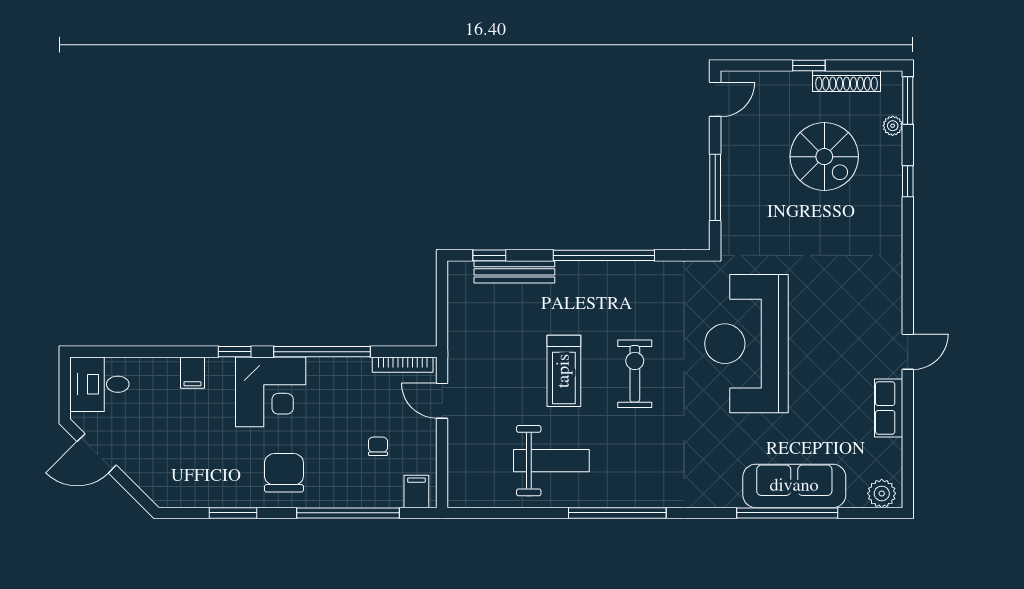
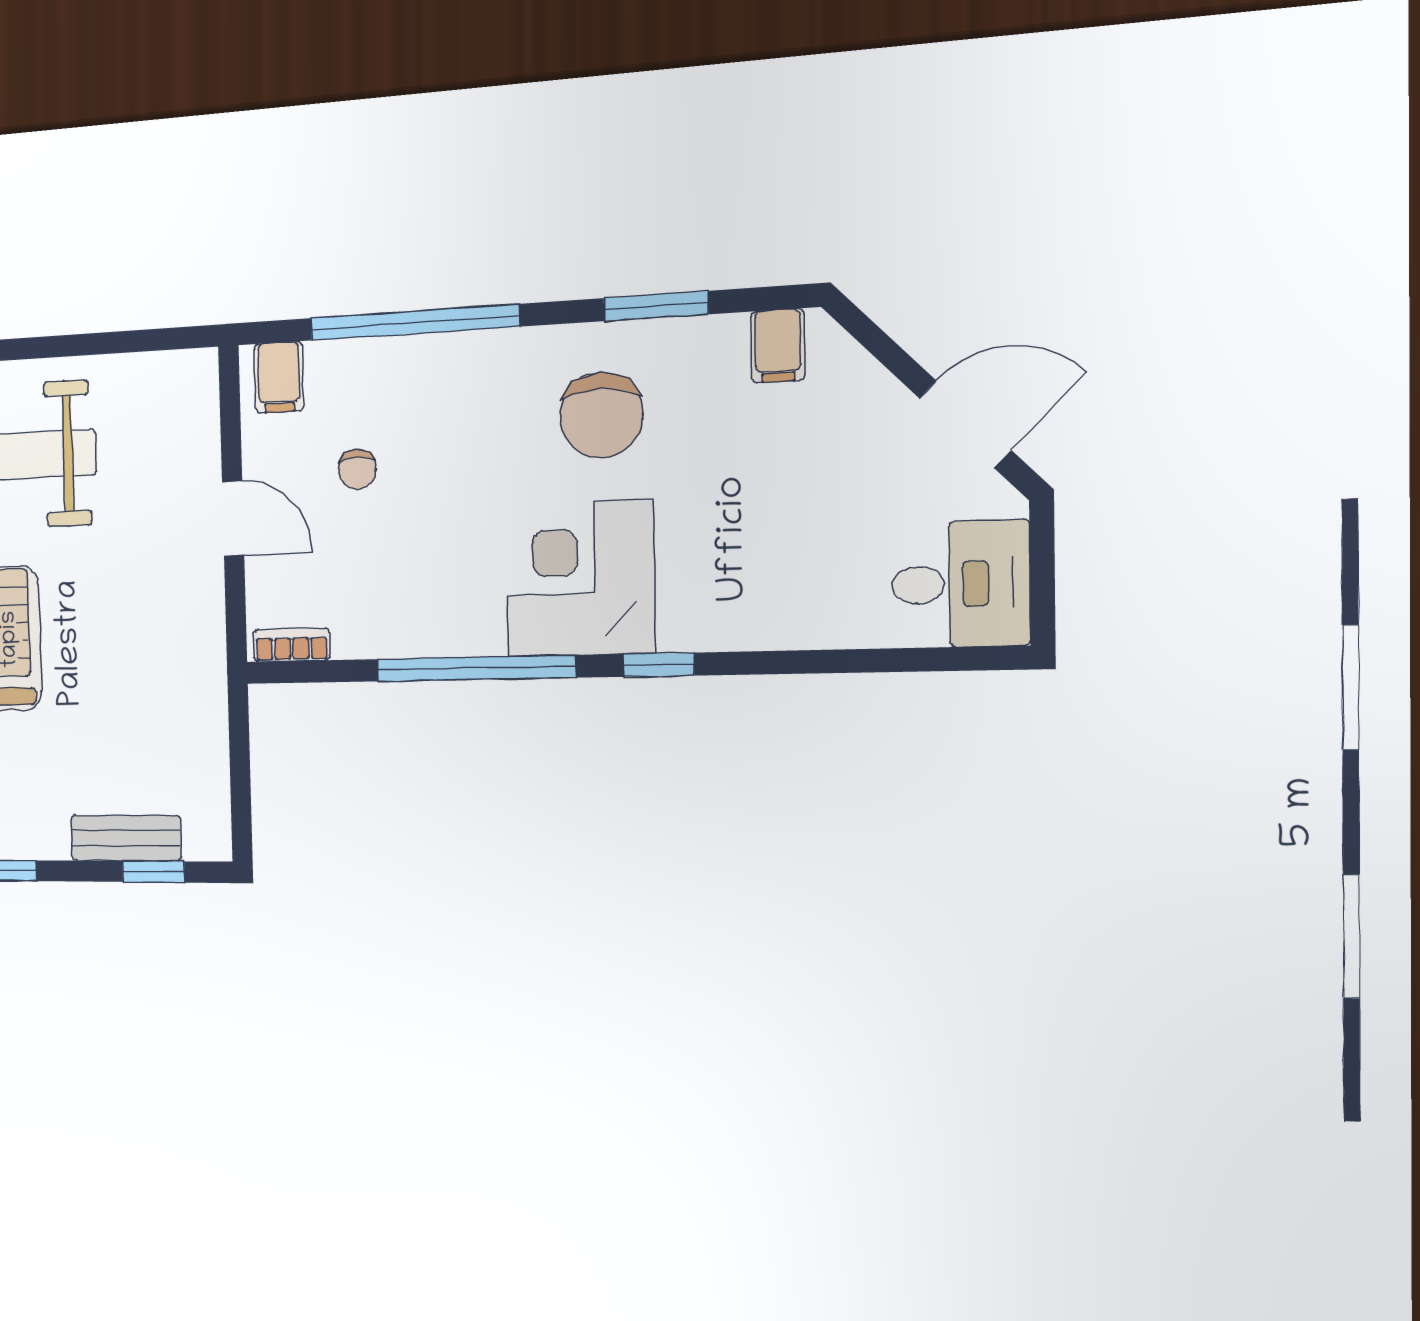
bench: (514, 272) -> (126, 838), width x0.73
bookcase: (403, 365) -> (292, 645), width x0.64
filing cabinet: (192, 373) -> (778, 346), moved, turned 180
door: (442, 401) -> (233, 518), moved
chair: (284, 473) -> (601, 415), moved

